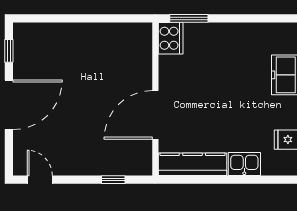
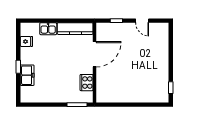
cooker: (171, 38) -> (87, 83), moved
door: (9, 105) -> (171, 60), removed
door: (40, 180) -> (142, 21), moved

